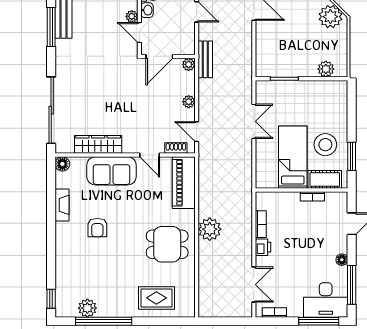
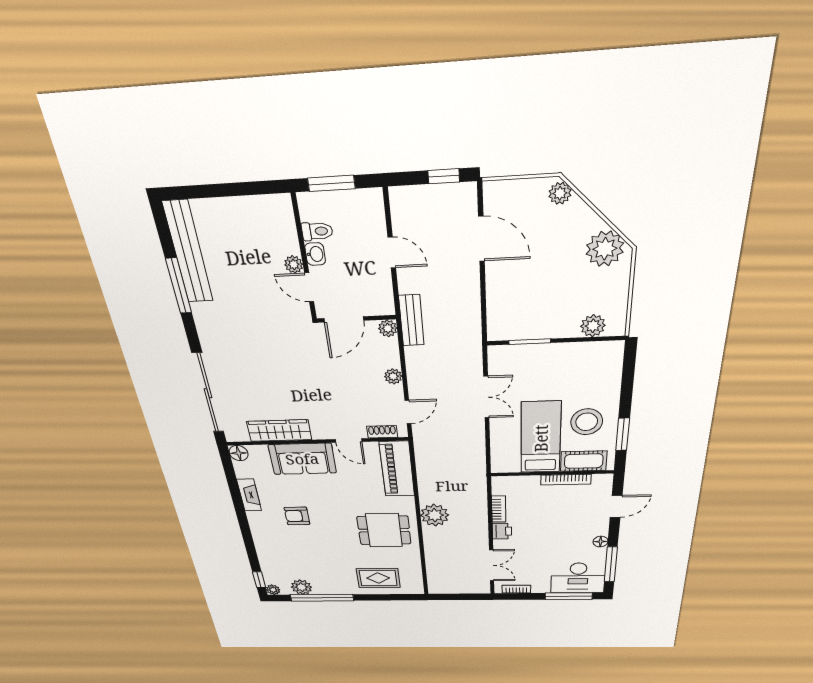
door: (197, 132) -> (408, 412), swing flipped
bookcase: (312, 196) -> (566, 480), width x1.56
armchair: (97, 228) -> (297, 516), turned 90
plant: (61, 311) -> (273, 590), added

